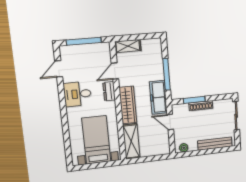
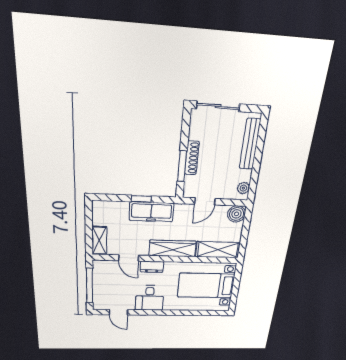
window: (166, 74) -> (141, 199), width x0.46
freezer: (158, 97) -> (151, 212), moved
boiler: (163, 148) -> (236, 214), added

